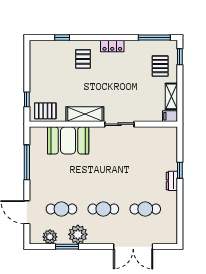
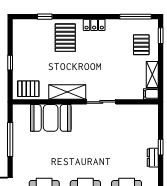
pallet: (83, 59) -> (65, 38), width x1.50, depth x1.42
window: (27, 99) -> (10, 63), moved

